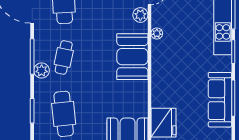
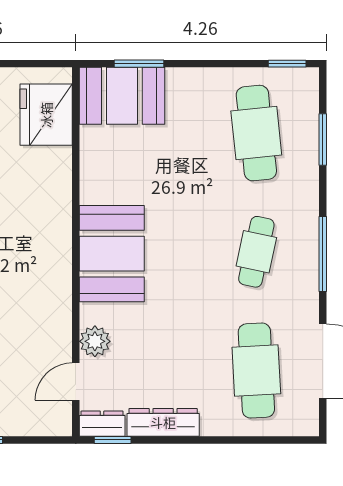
plant: (157, 33) -> (60, 302), removed
plant: (42, 70) -> (303, 224), removed

